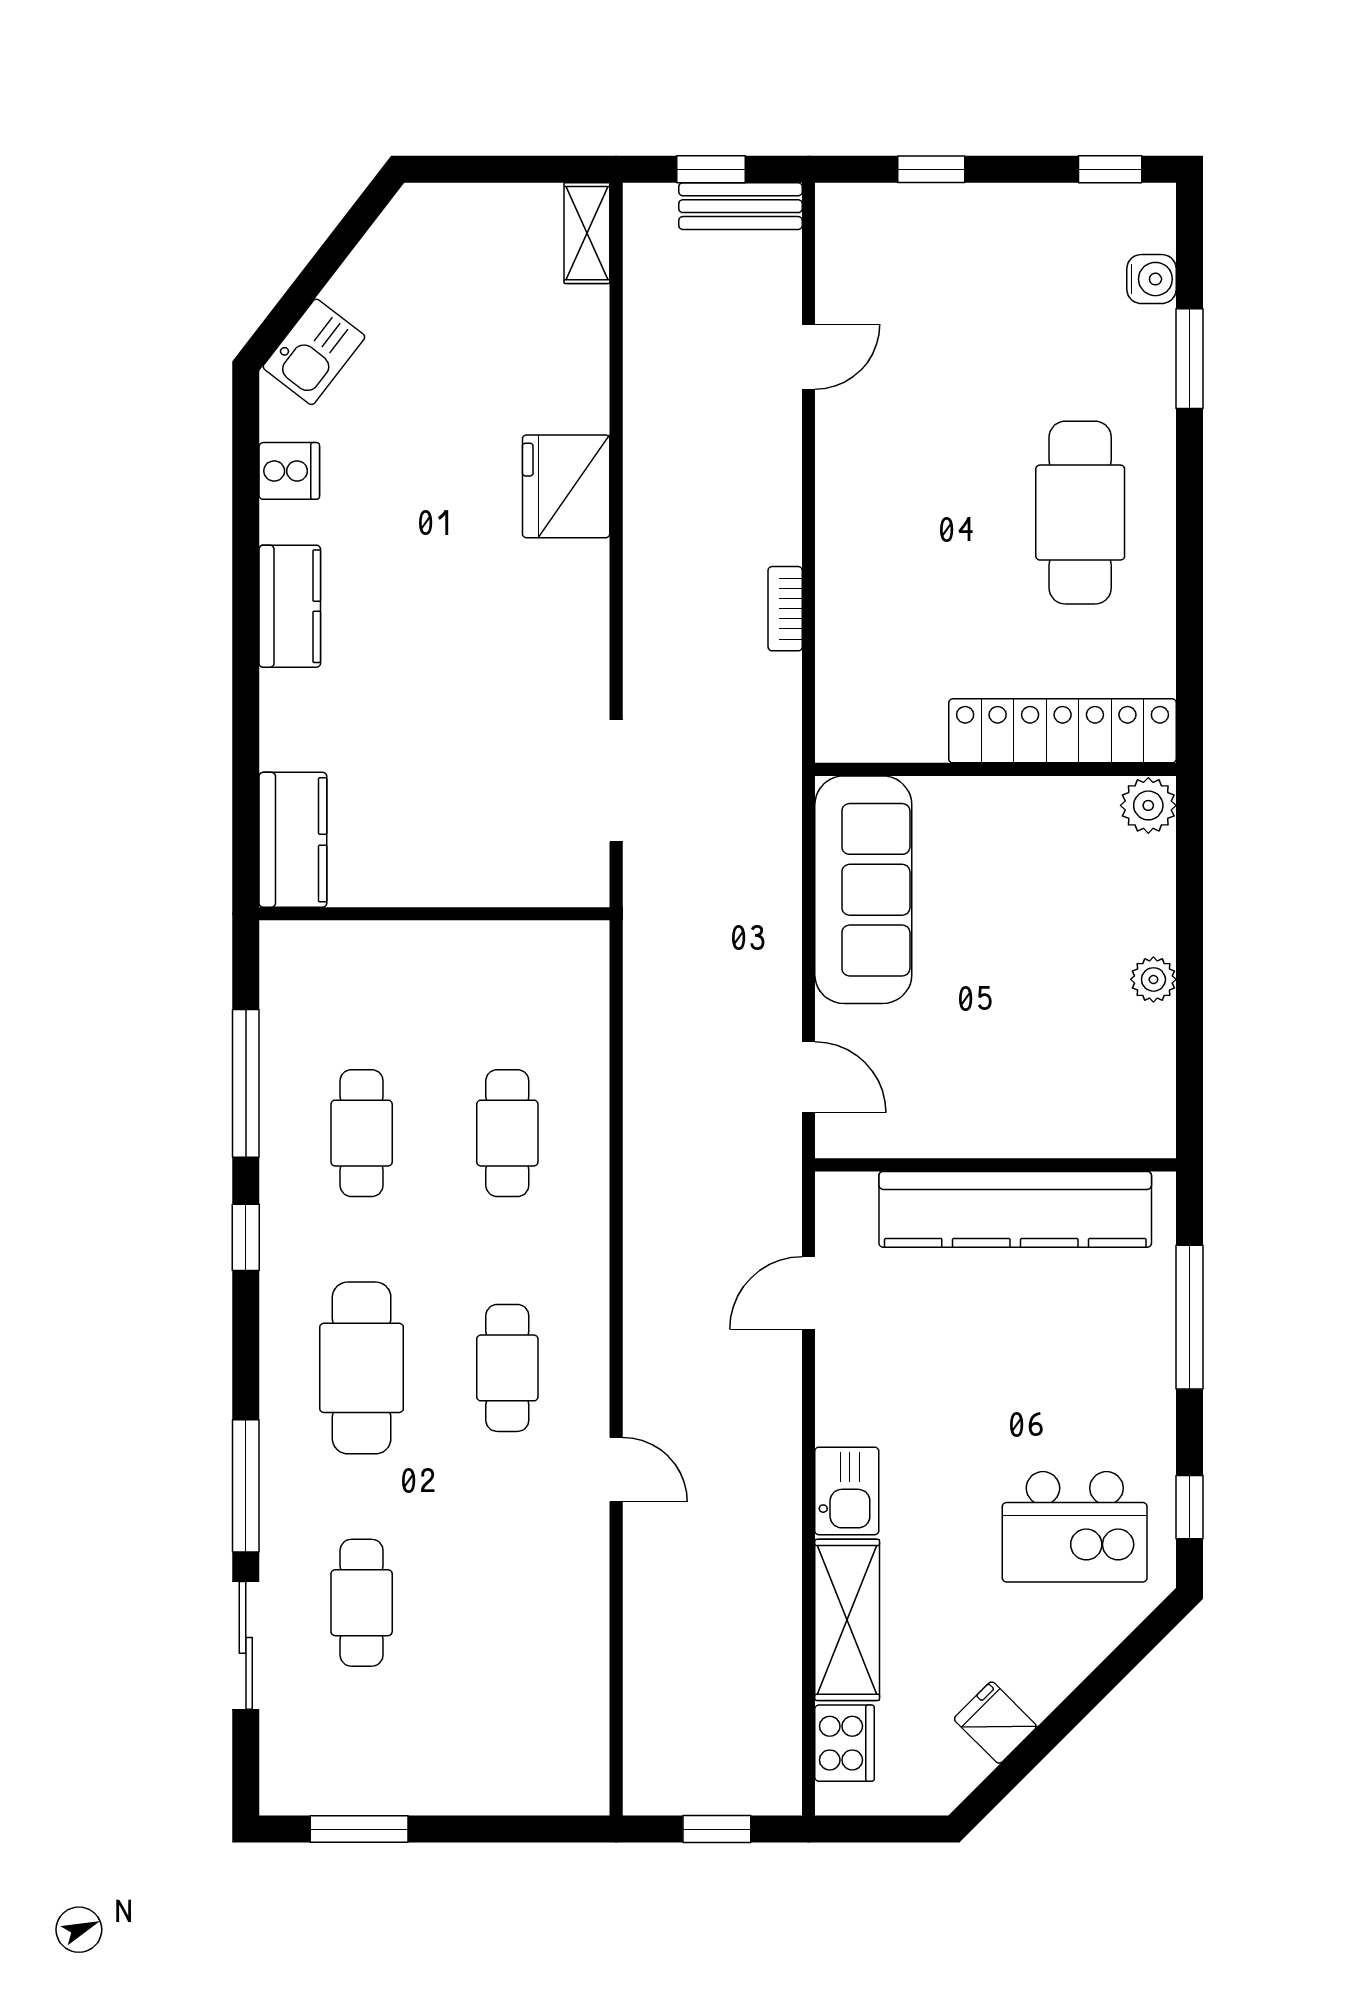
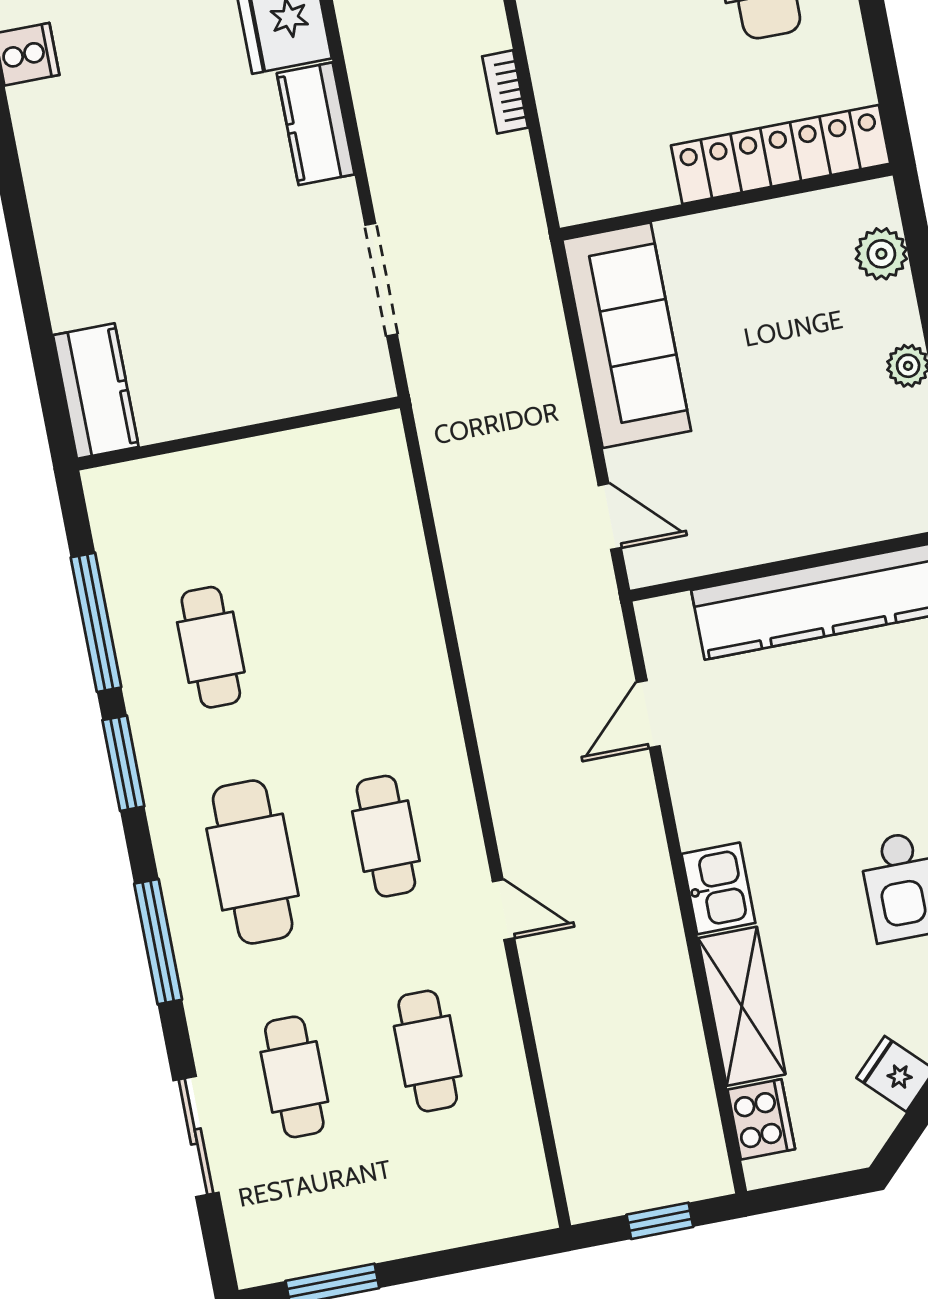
kitchen counter: (290, 606) -> (316, 124), moved, turned 180
plant: (1148, 805) -> (881, 254), moved
cafe table: (507, 1133) -> (428, 1051), moved
window: (246, 1237) -> (123, 763), width x1.50
window: (246, 1486) -> (158, 942), moved

